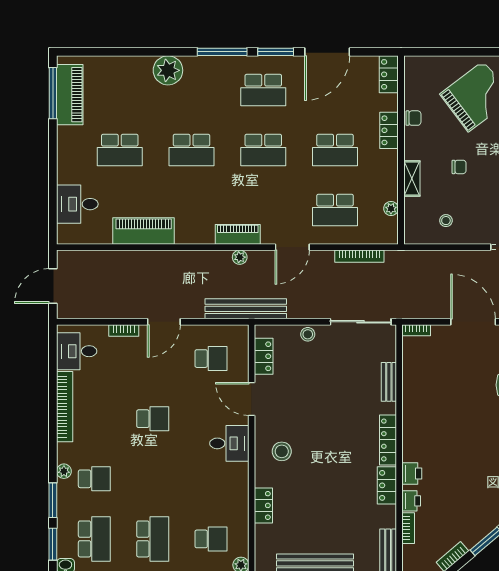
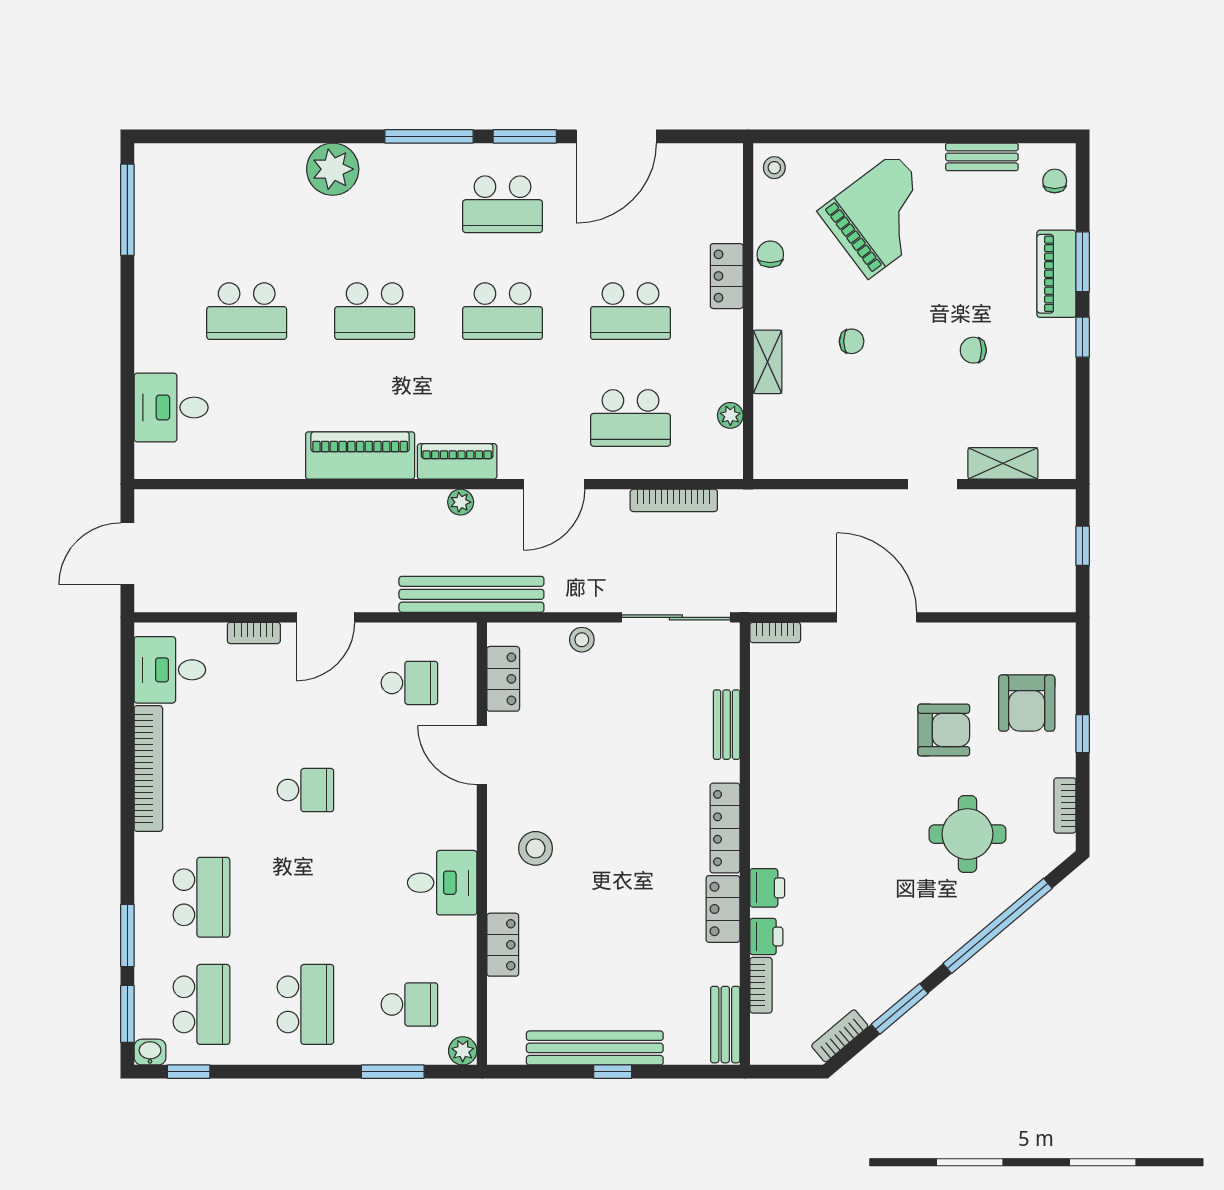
locker: (389, 74) -> (726, 176), removed
piano: (70, 95) -> (157, 212), removed
chair: (413, 118) -> (770, 254), turned -90
stool: (446, 221) -> (774, 168), moved
piano: (144, 231) -> (360, 455), moved
desk: (229, 443) -> (442, 883), moved
plant: (64, 471) -> (147, 884), removed
school desk: (94, 479) -> (201, 897), width x1.85

